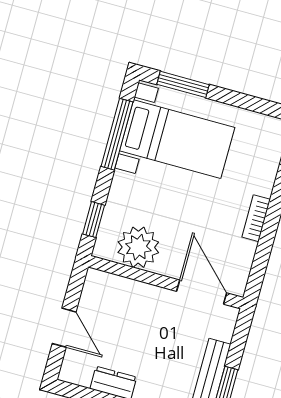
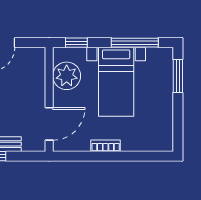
bed with nightstands: (177, 139) -> (116, 82), moved

